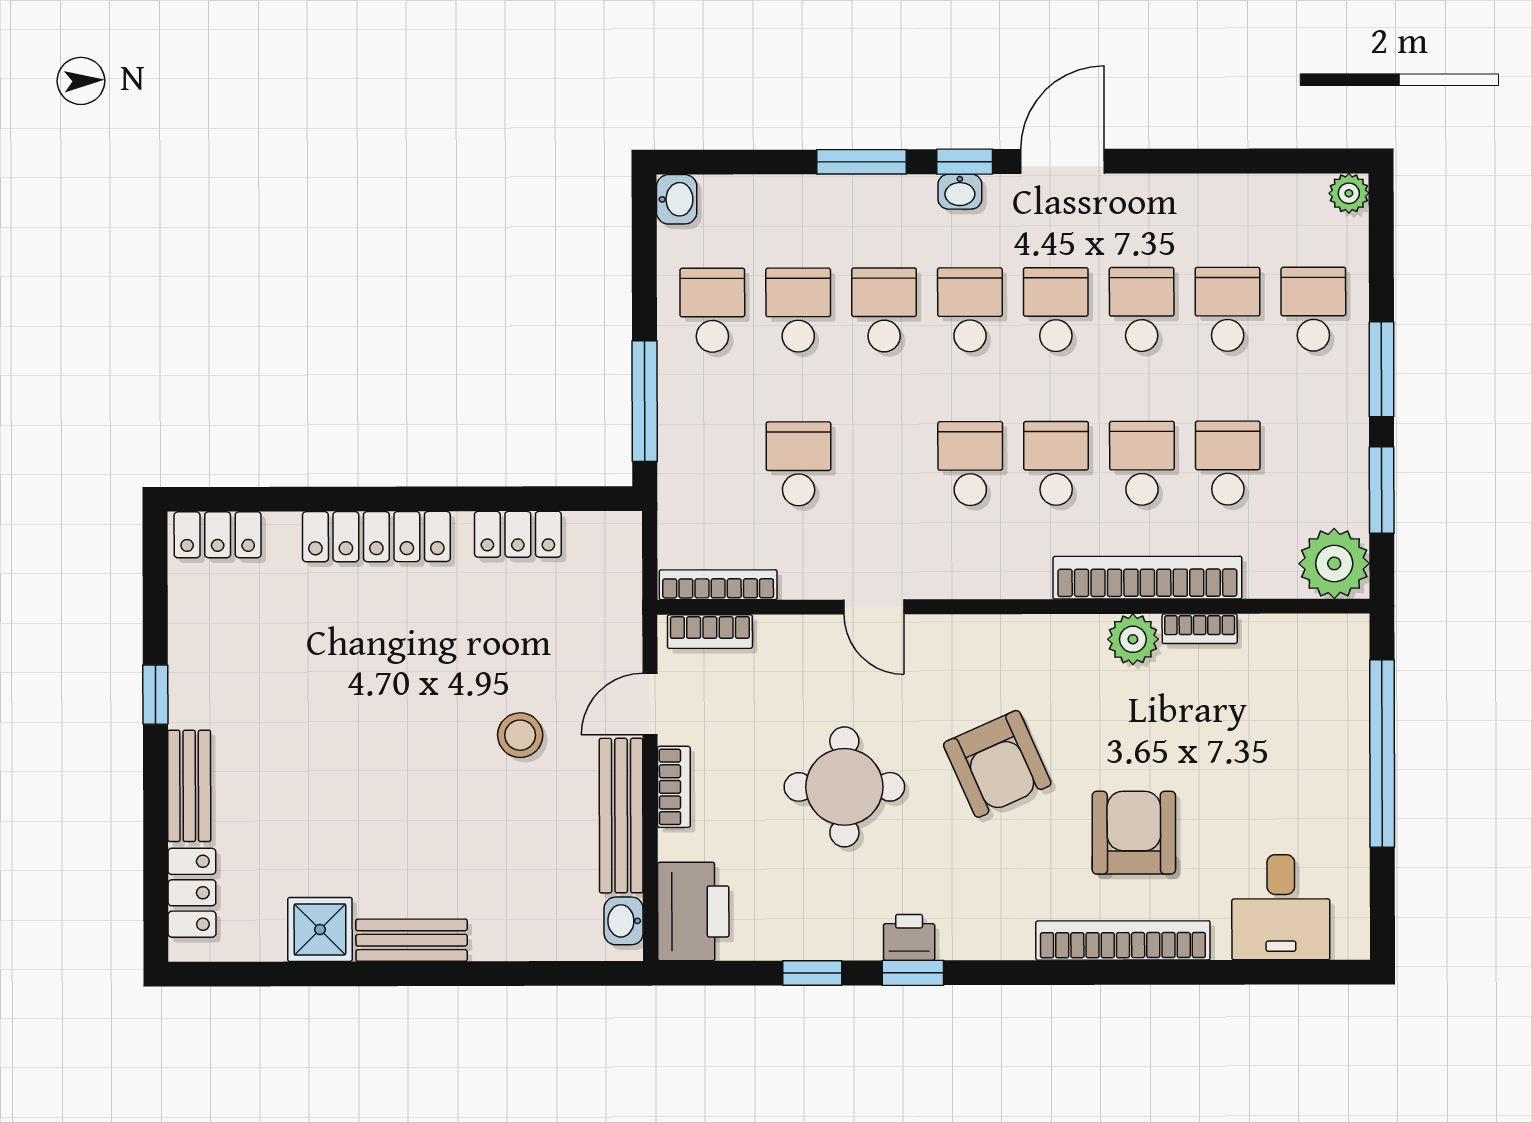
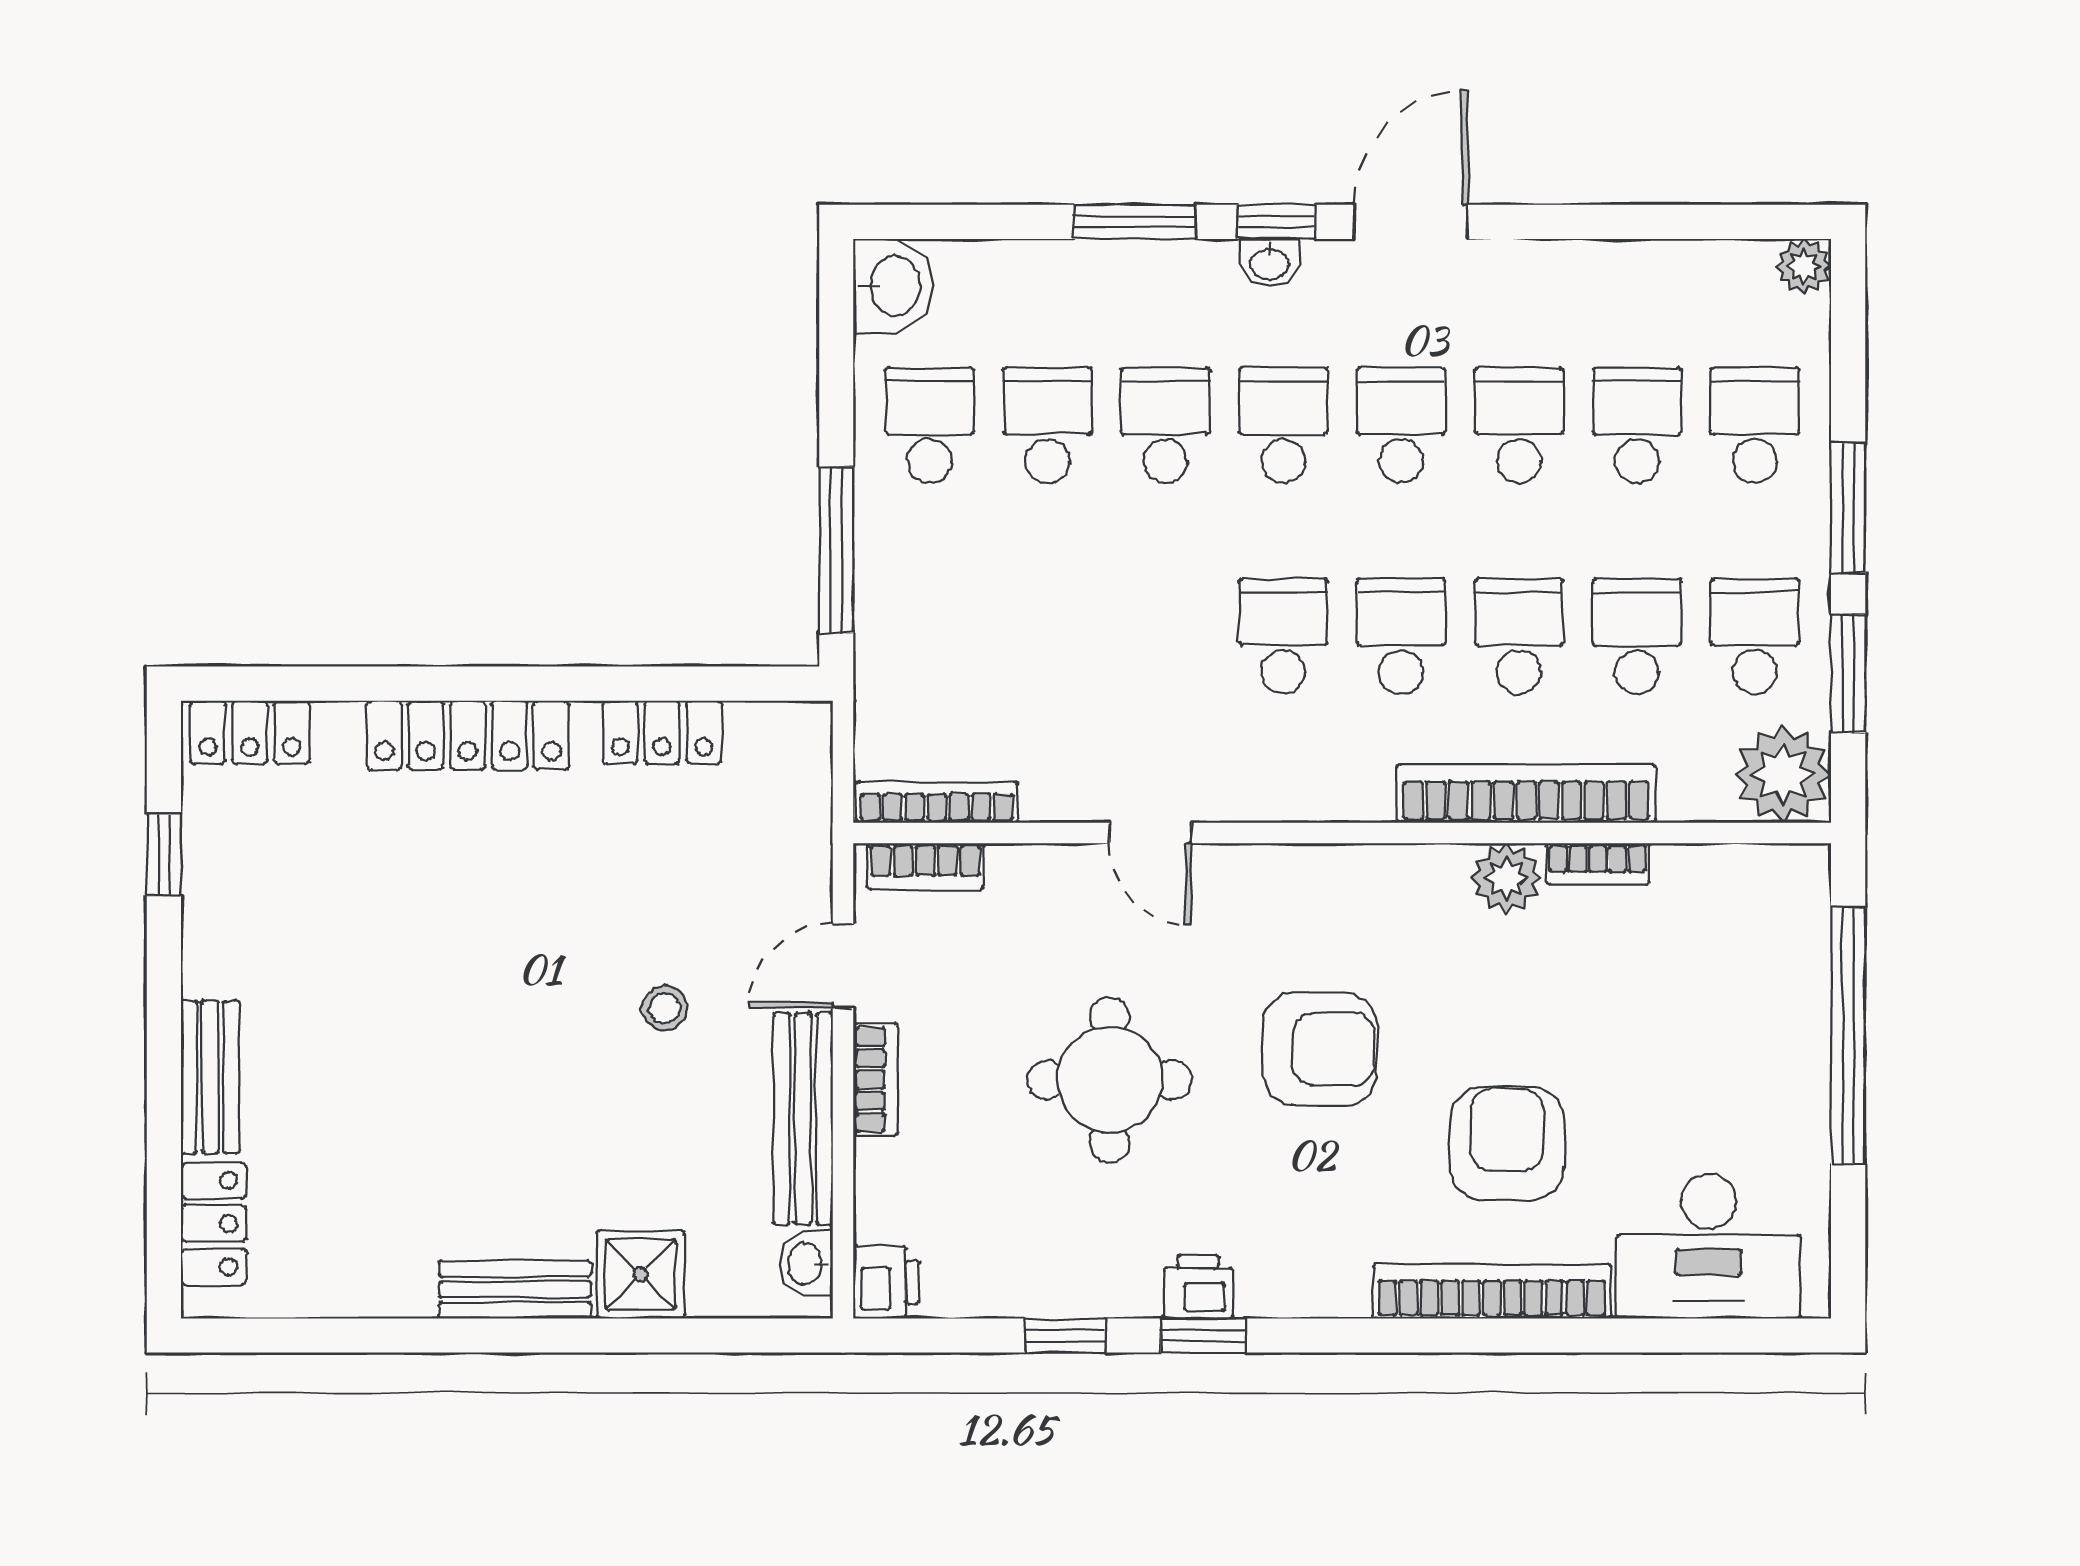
washbasin: (677, 199) -> (893, 286), width x1.38, depth x1.45
school desk: (798, 464) -> (1755, 636), moved
window: (155, 695) -> (164, 855), moved
stool: (520, 735) -> (665, 1008), width x0.73, depth x0.73
armchair: (997, 764) -> (1320, 1049), turned -65
desk: (1281, 907) -> (1709, 1246), width x1.37
printer: (693, 912) -> (886, 1282), width x0.53, depth x0.68
shower: (320, 929) -> (641, 1274), moved

